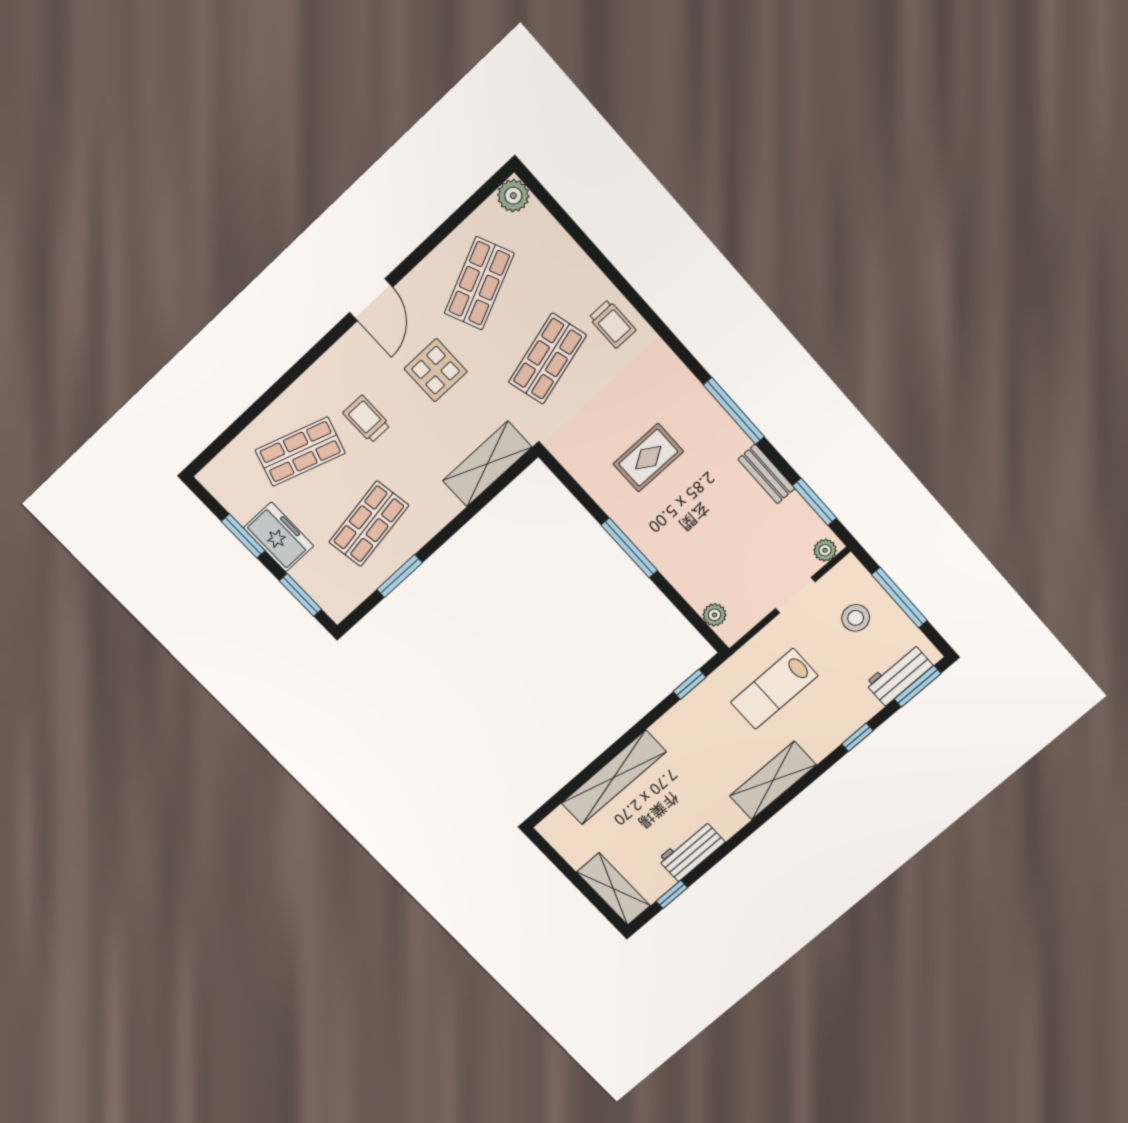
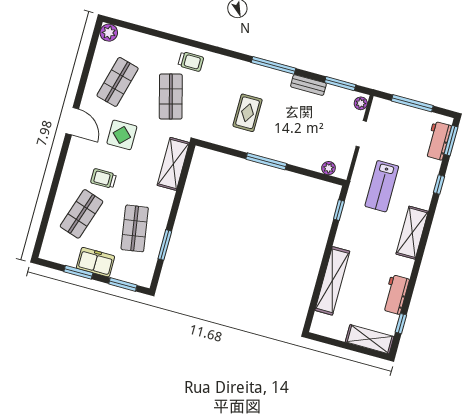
shop shelf: (479, 283) -> (118, 82), turned 39
stool: (856, 618) -> (398, 126), removed

